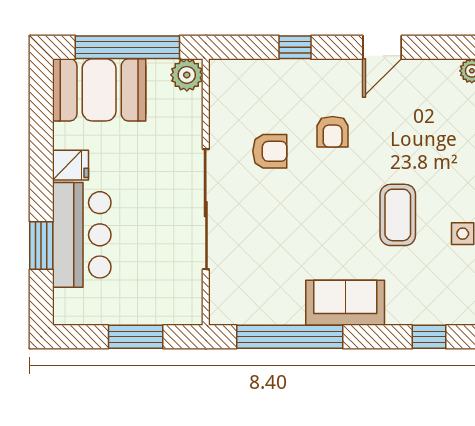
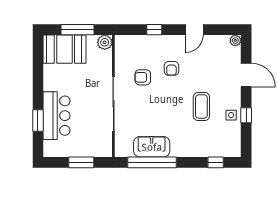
window: (127, 47) -> (77, 30), width x0.68
armchair: (270, 151) -> (143, 77), turned 180
fridge: (70, 165) -> (51, 84), removed
sofa: (345, 303) -> (152, 147), moved

